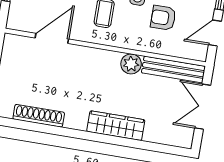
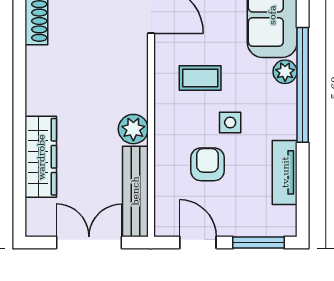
wardrobe: (116, 126) -> (41, 157), moved

